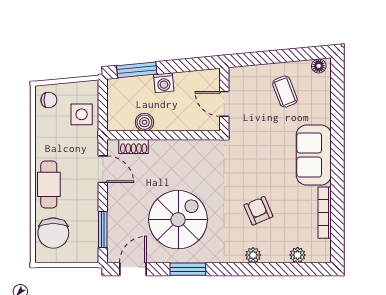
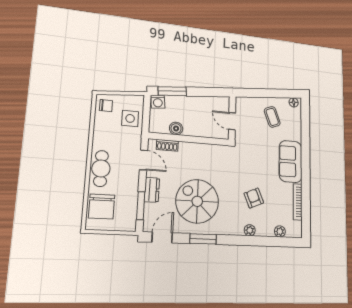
washing machine: (164, 83) -> (158, 102), moved
dresser: (116, 208) -> (152, 190), added
spiral stairs: (178, 220) -> (197, 201), turned -90

